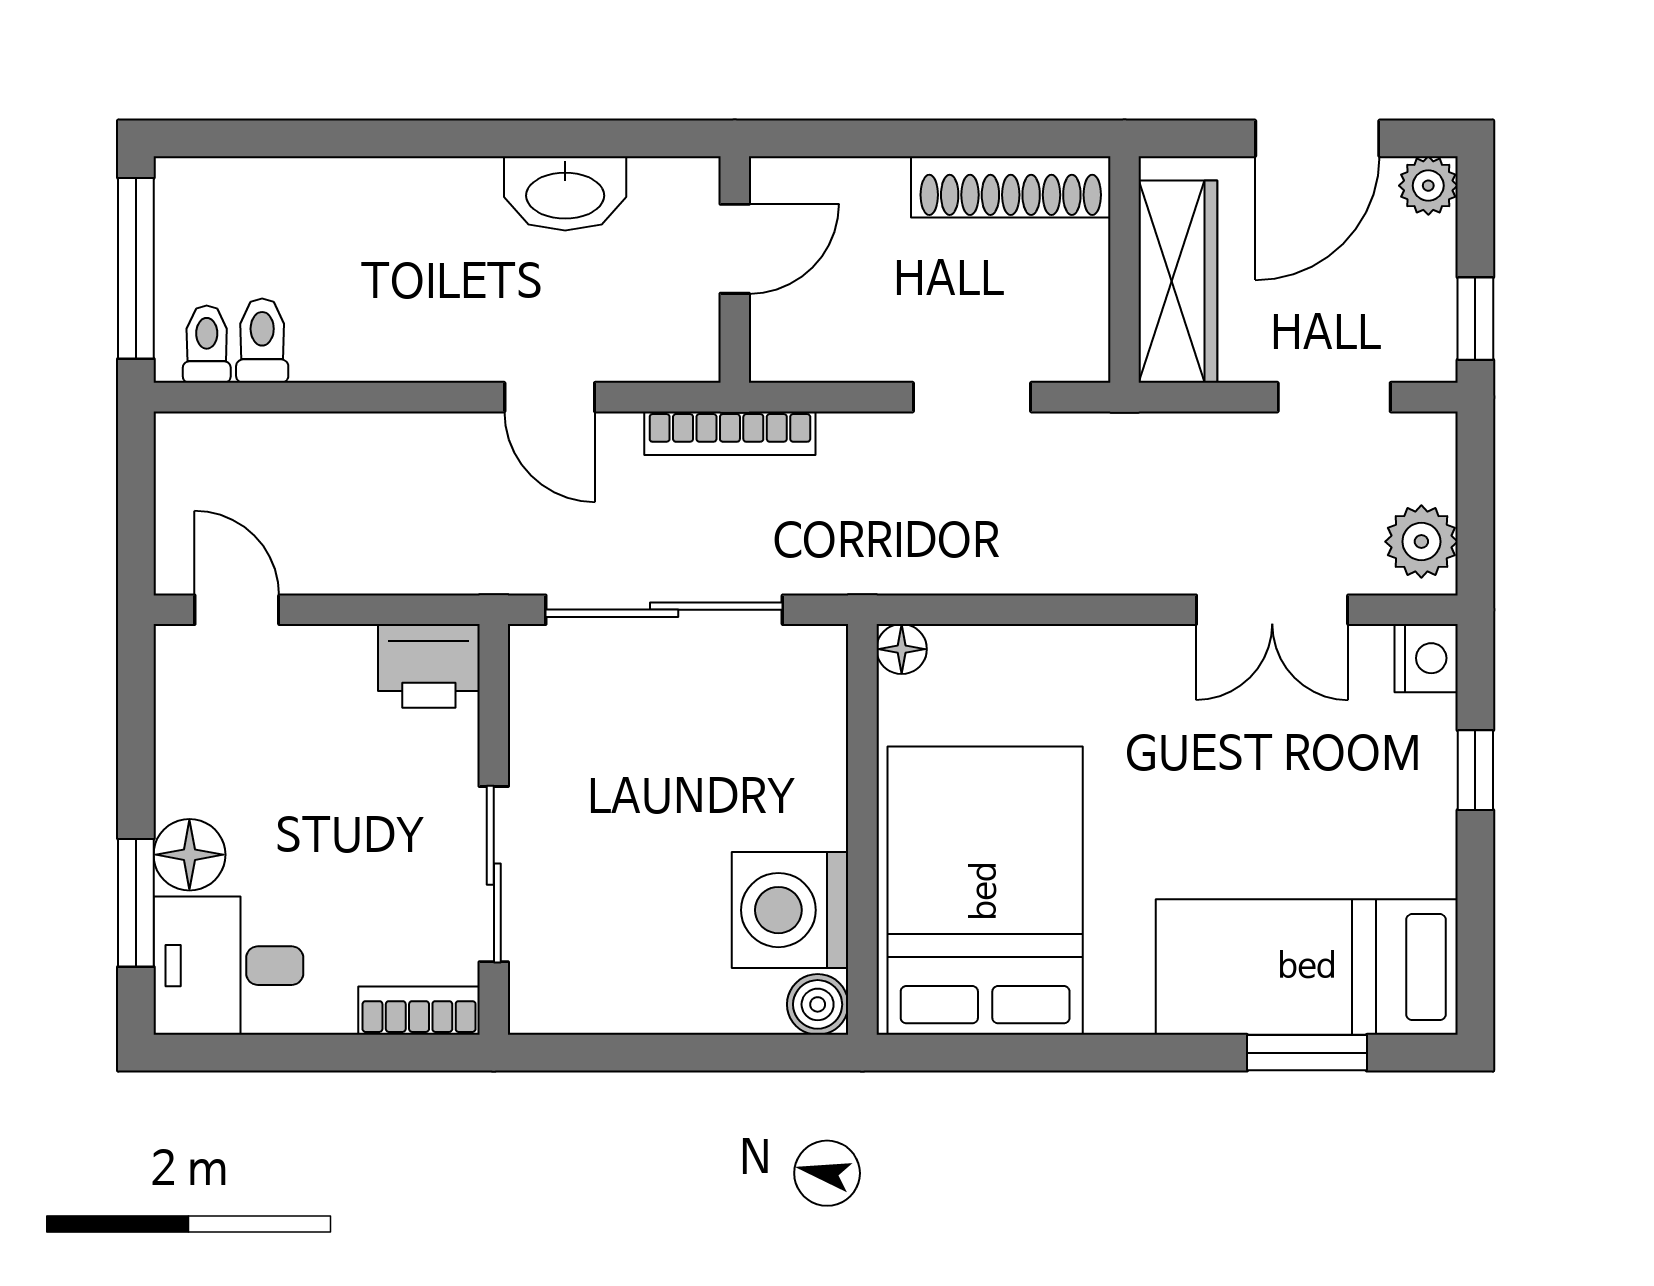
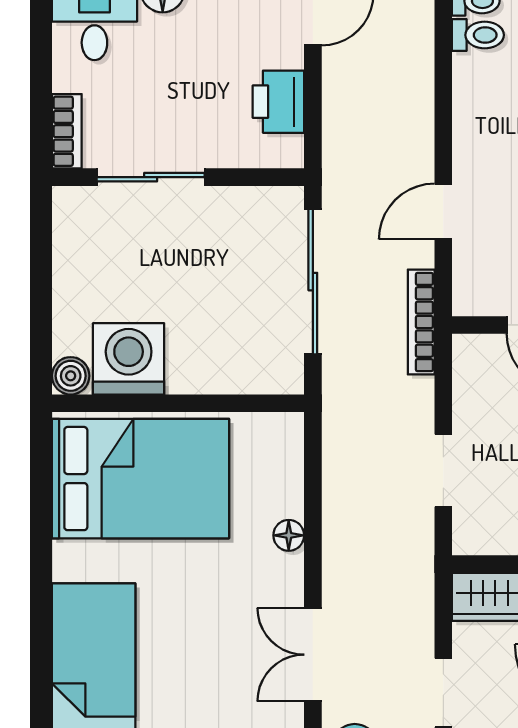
floor lamp: (902, 649) -> (289, 535), moved
printer: (429, 666) -> (278, 102), moved
window: (1307, 1053) -> (41, 676), removed

